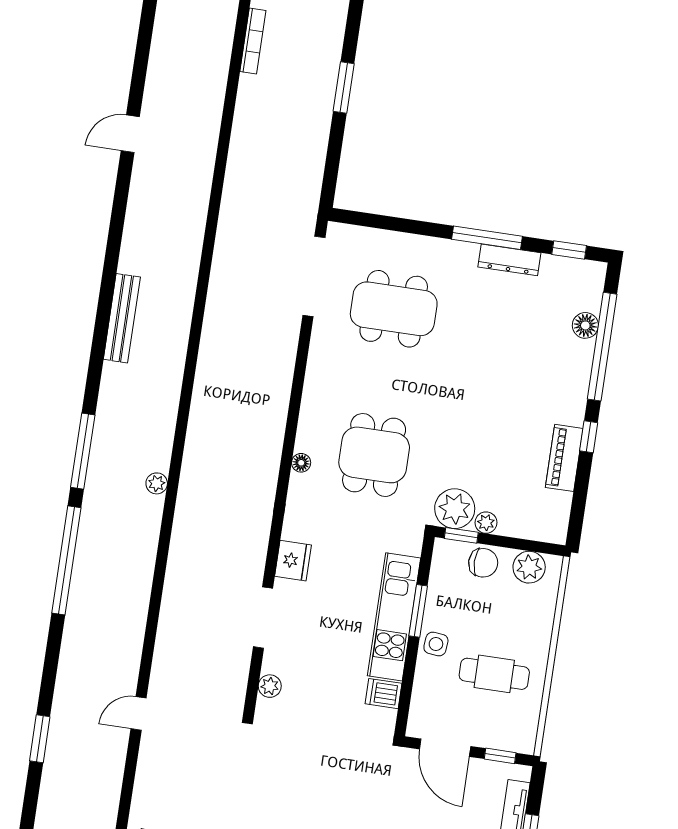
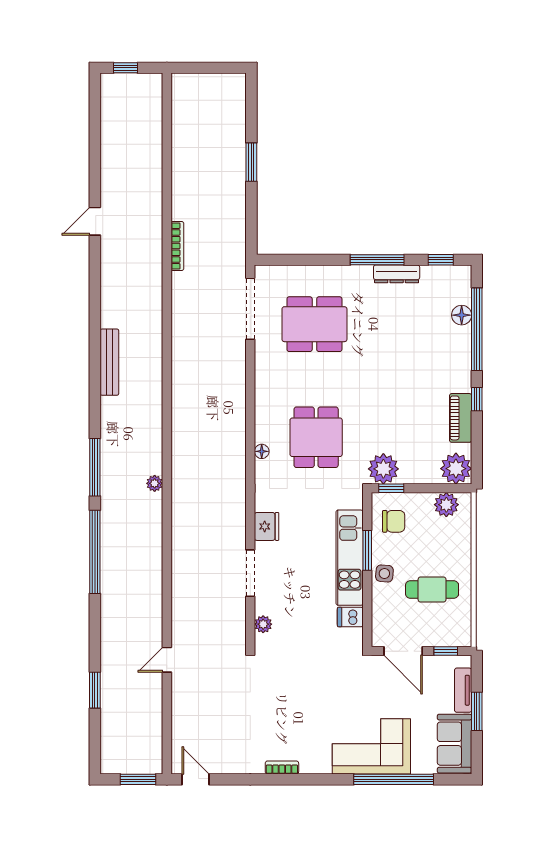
bookcase: (253, 41) -> (177, 246), moved
plant: (486, 523) -> (456, 469), moved, width x1.87, depth x1.87
chair: (483, 563) -> (394, 521), moved

